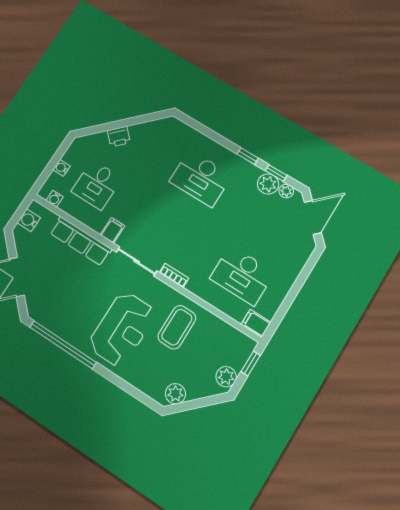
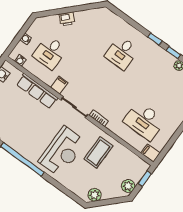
desk: (201, 178) -> (122, 53), width x0.73
plant: (268, 184) -> (167, 60), removed

